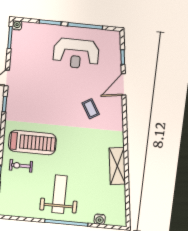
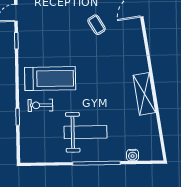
coffee table: (91, 109) -> (97, 25), moved
weight bench: (60, 194) -> (86, 132), turned 90

